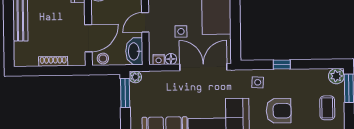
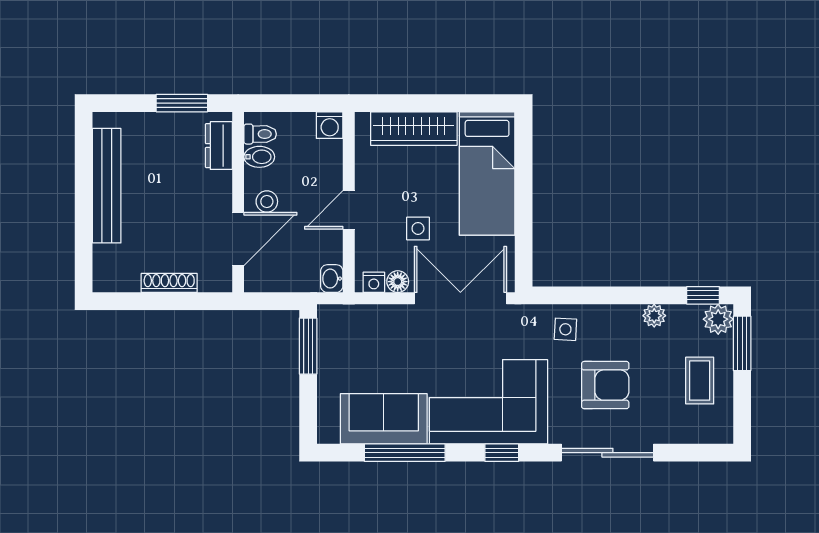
washbasin: (134, 51) -> (332, 279), width x0.52, depth x0.69
stool: (103, 59) -> (267, 202), moved
window: (282, 65) -> (703, 295), moved
plant: (135, 77) -> (654, 316), moved

